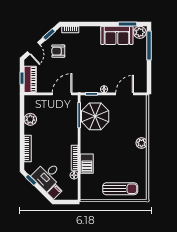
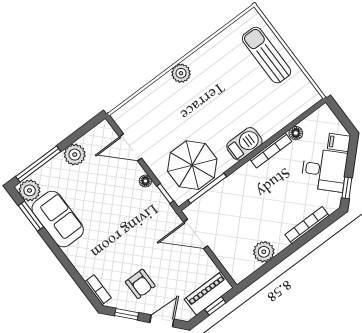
plant: (141, 66) -> (75, 155), added
barbecue: (87, 164) -> (244, 144), moved

